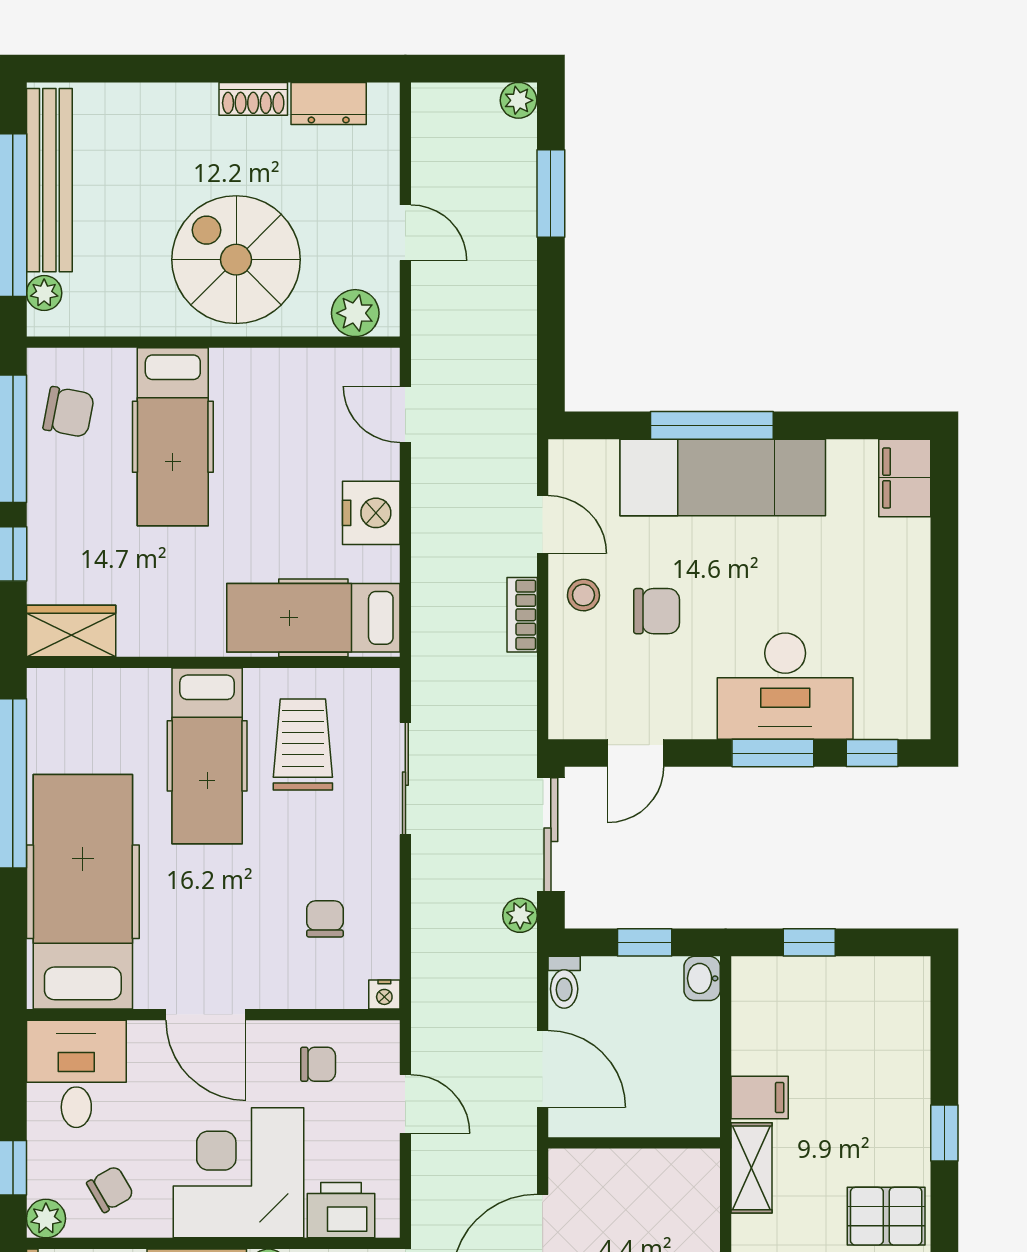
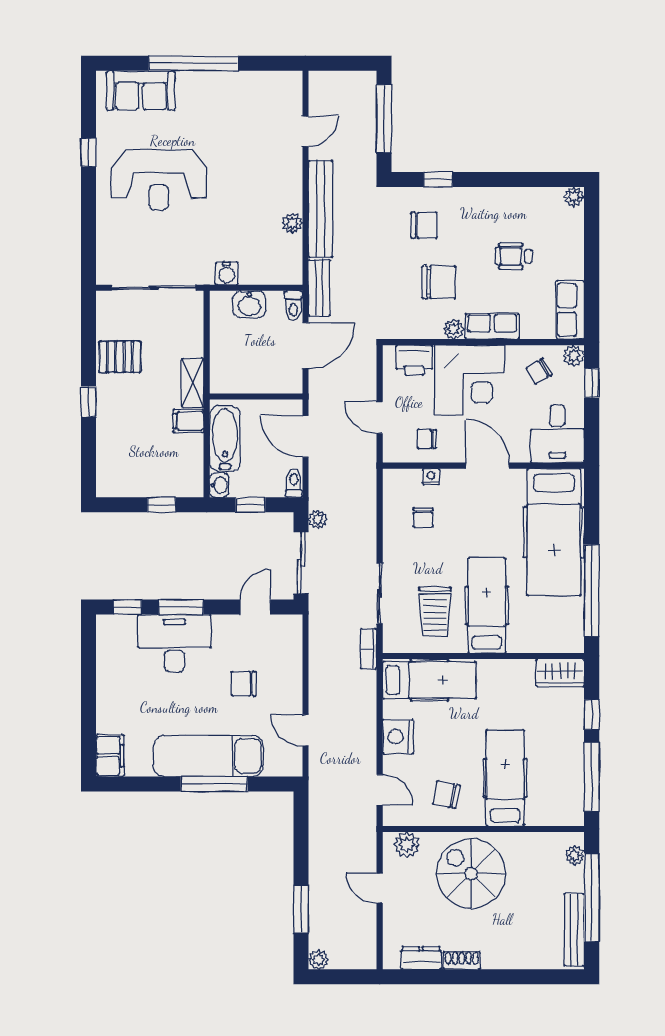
bench: (49, 180) -> (574, 930), width x0.73, depth x0.82
spiral stairs: (236, 260) -> (471, 874), turned 180
chair: (69, 412) -> (446, 795), moved
stool: (583, 595) -> (283, 692), removed
bookcase: (522, 615) -> (369, 649), moved, turned 180
nightstand: (384, 995) -> (431, 477), moved
bathtub: (692, 1065) -> (225, 439), added

